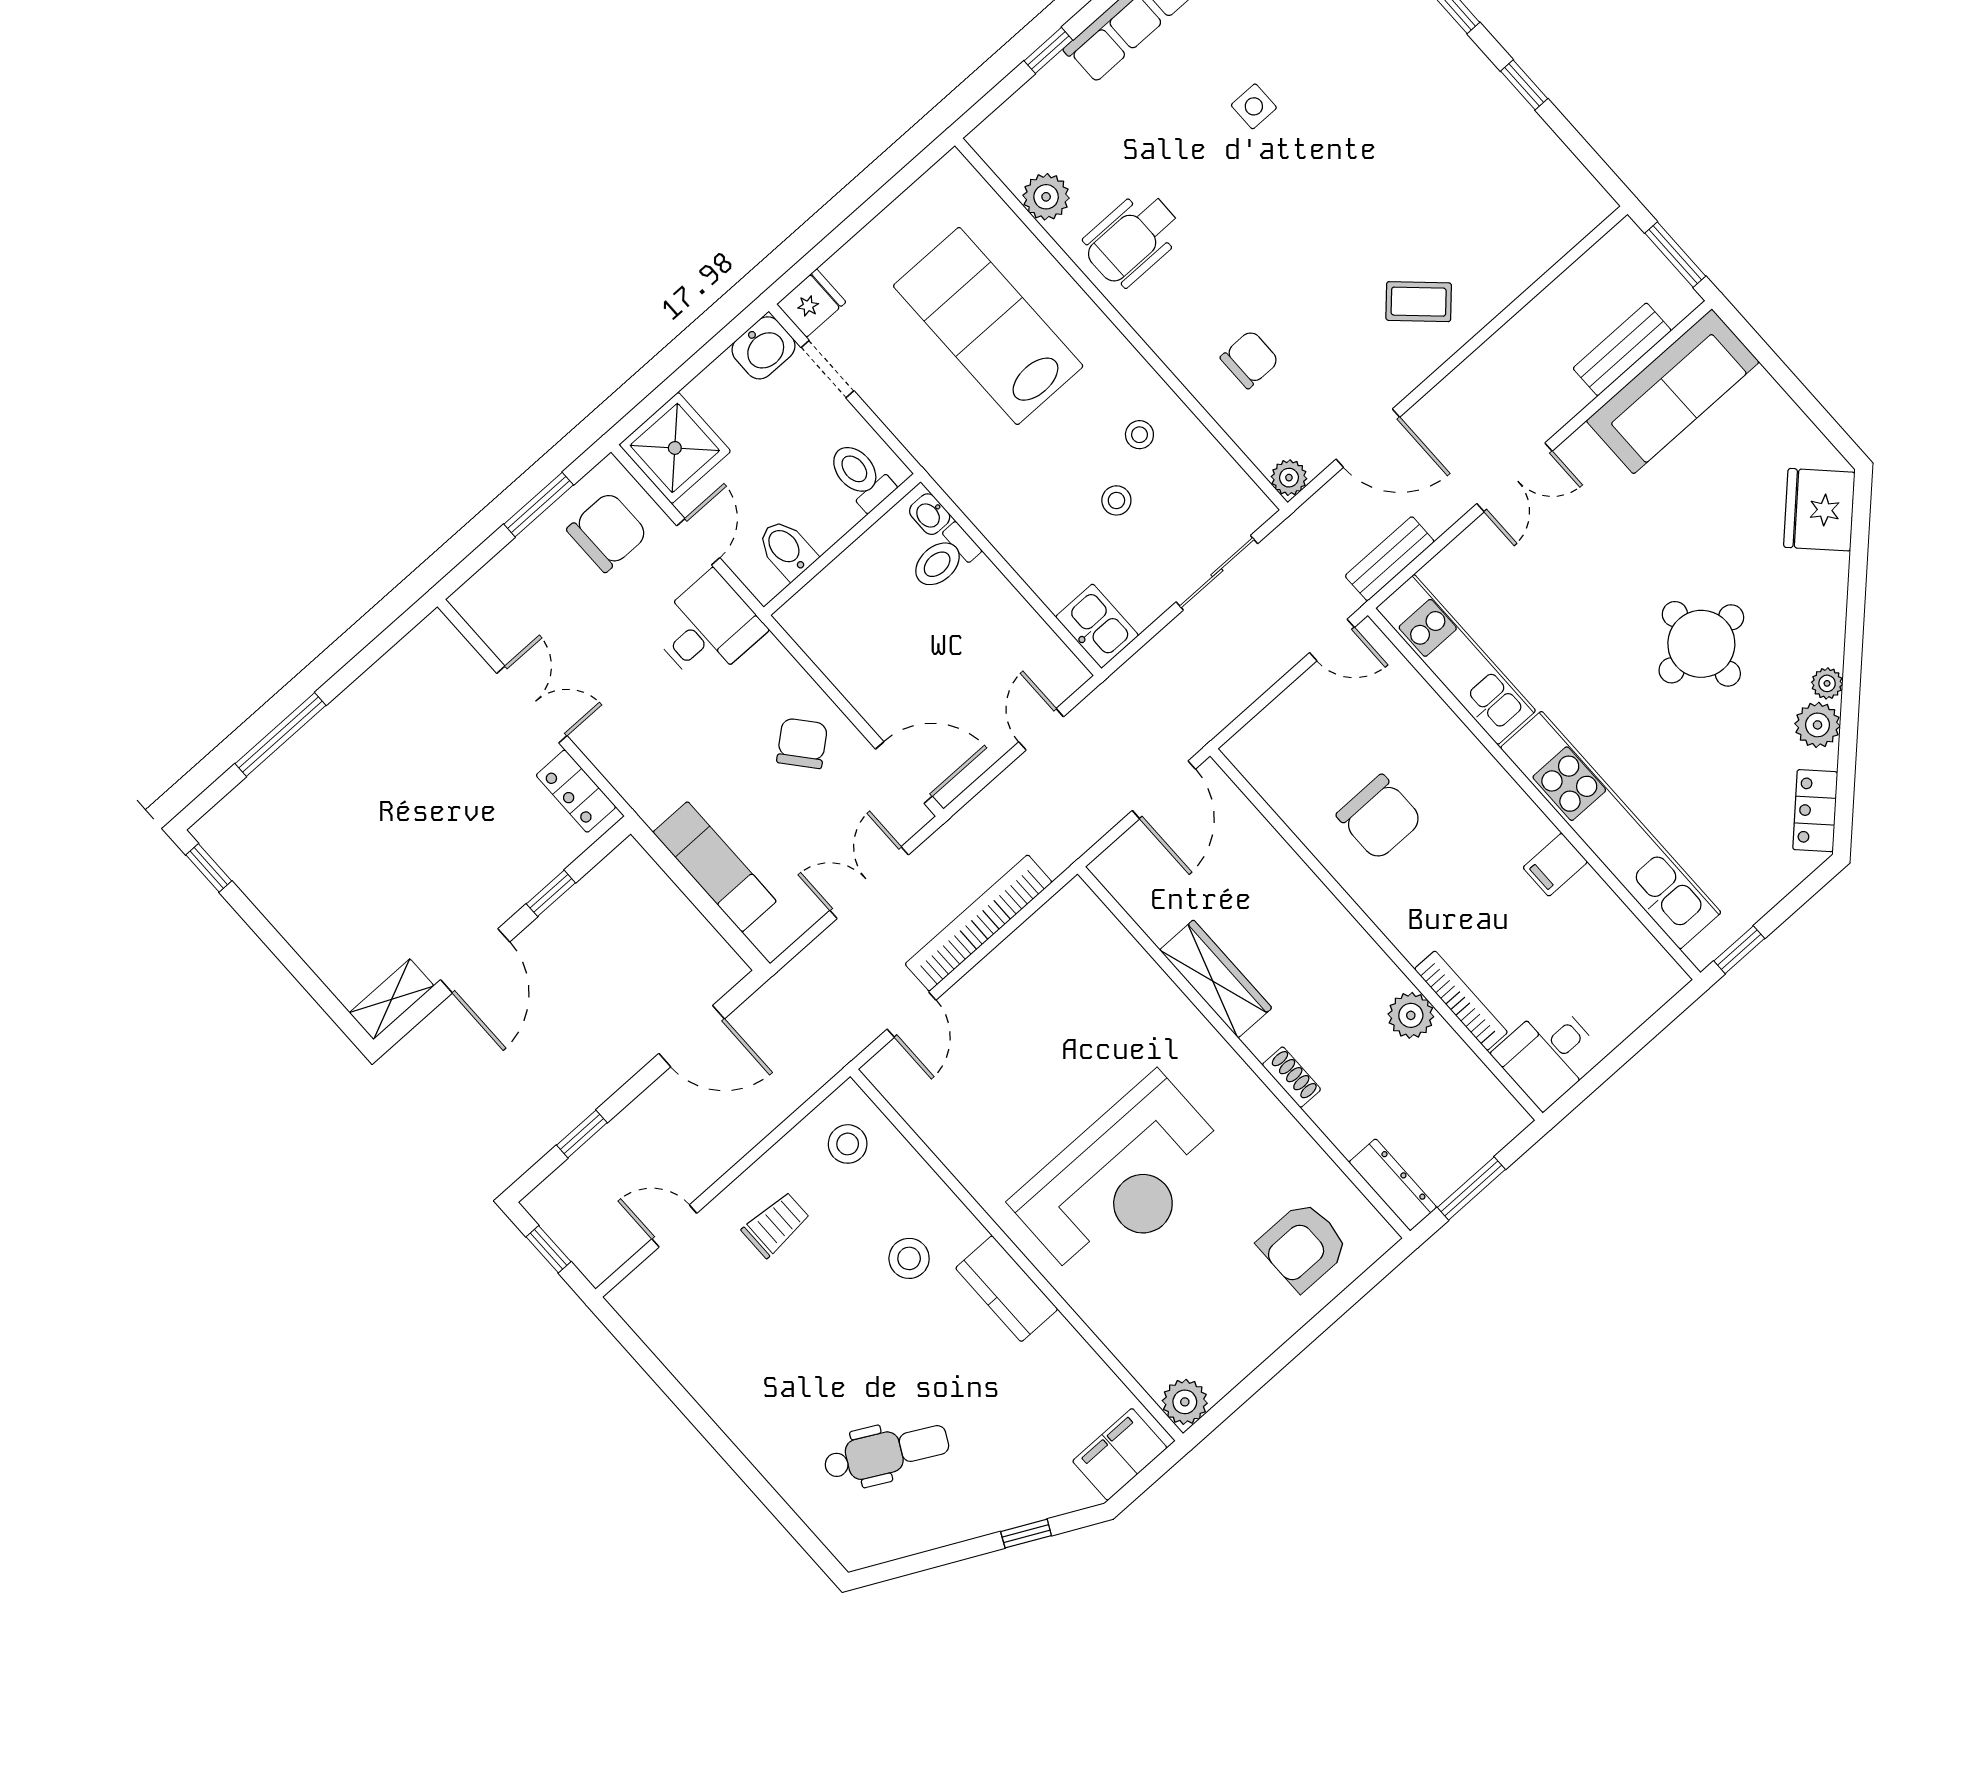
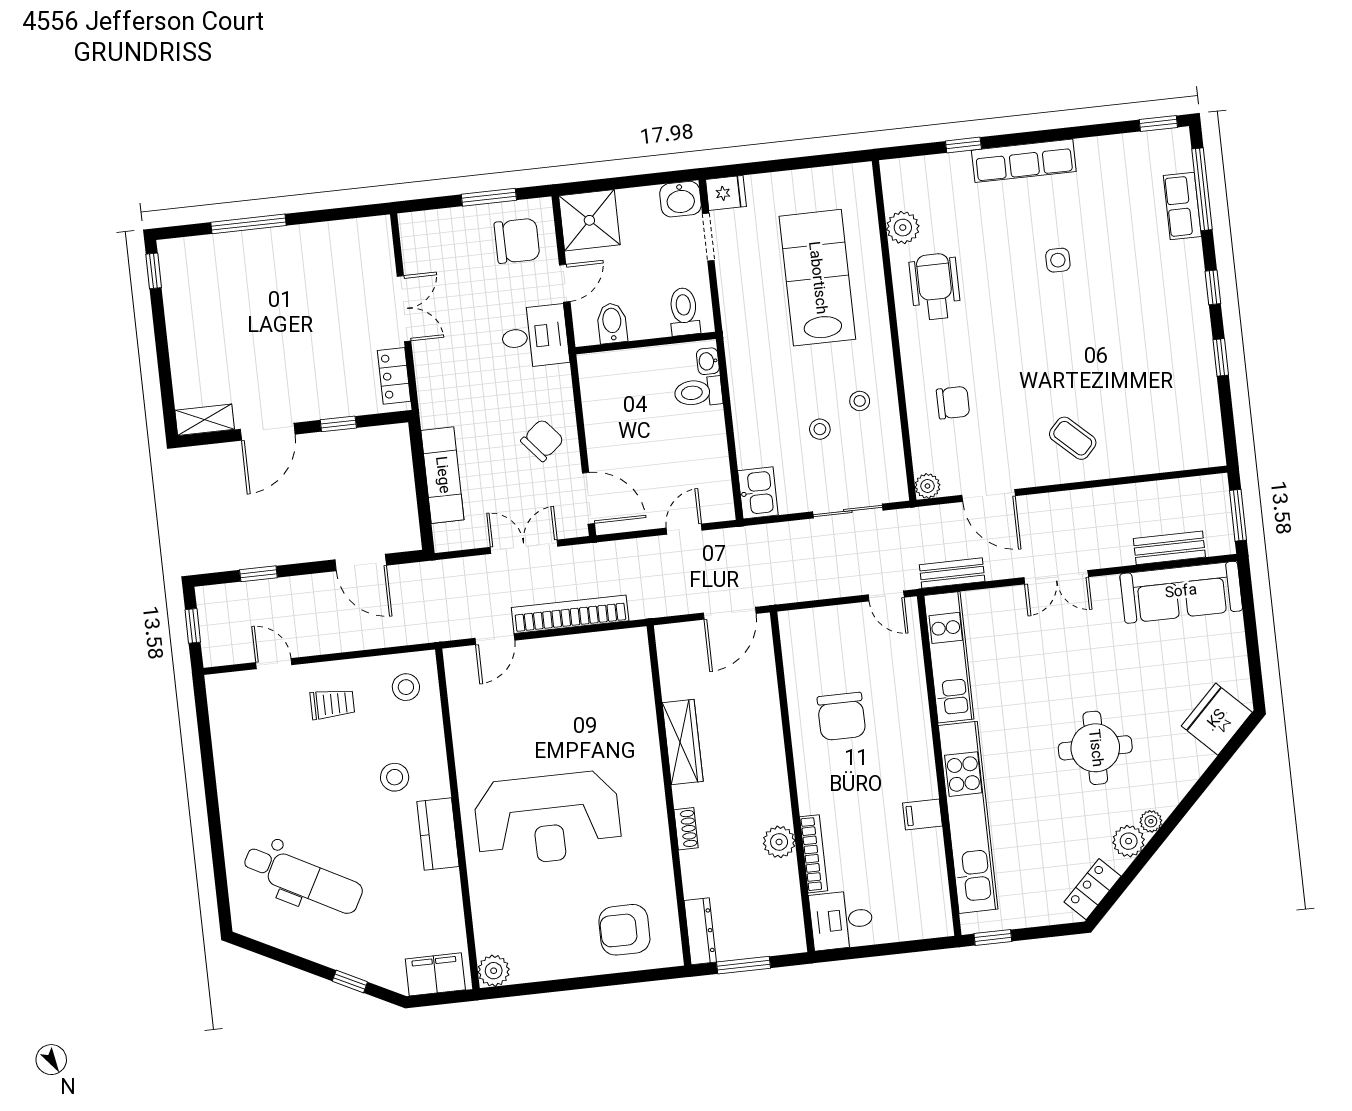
wheelchair: (1132, 239) -> (935, 286), turned 90
dental chair: (886, 1453) -> (303, 879), width x1.36, depth x1.38

